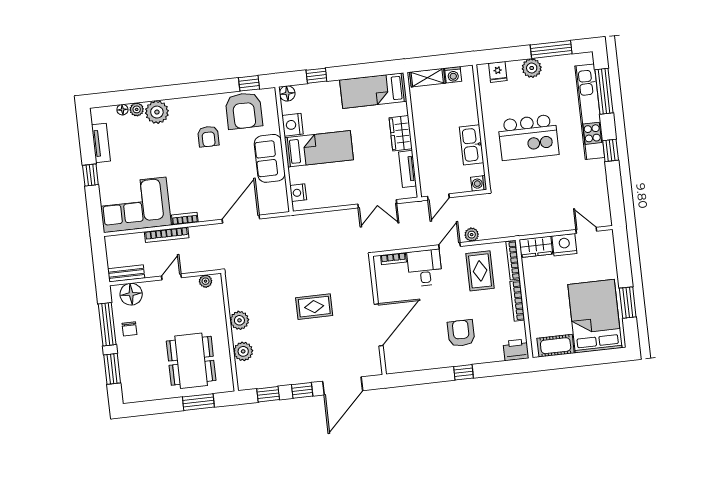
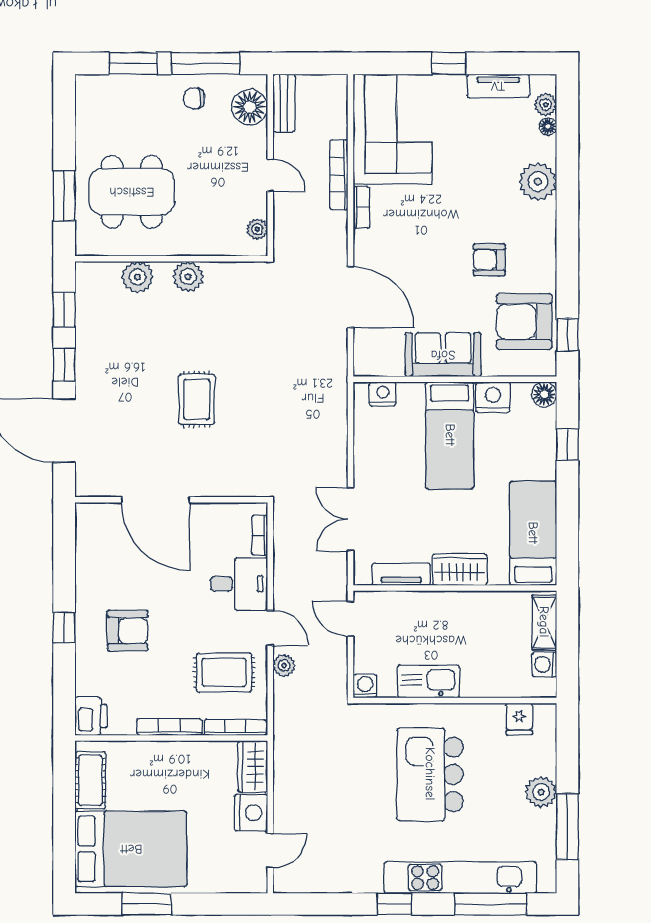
fridge: (498, 72) -> (519, 719), moved, turned -90
plant: (137, 109) -> (546, 105), moved

